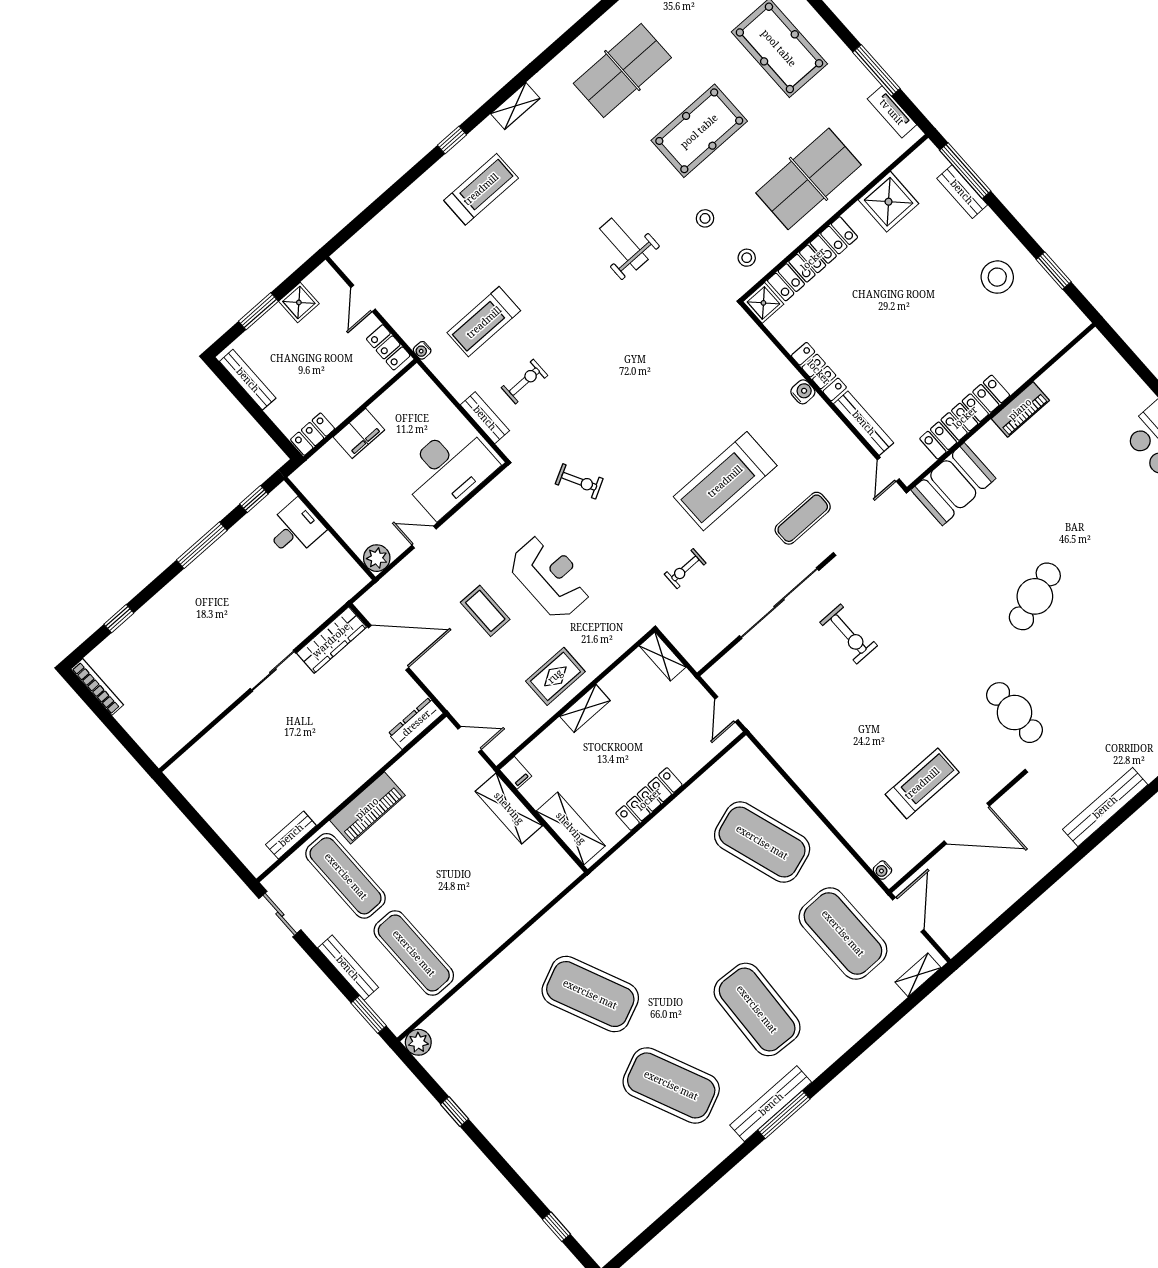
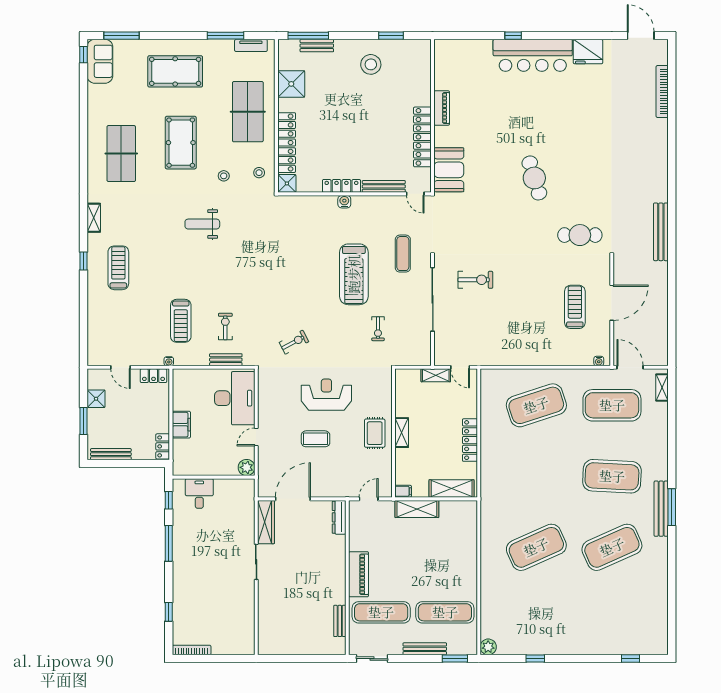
shelving: (663, 657) -> (436, 375), moved

